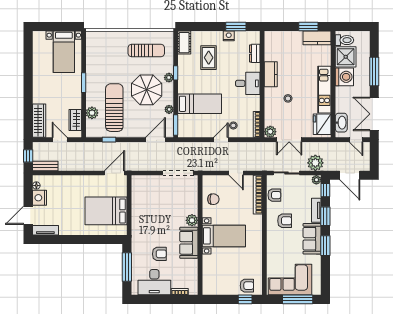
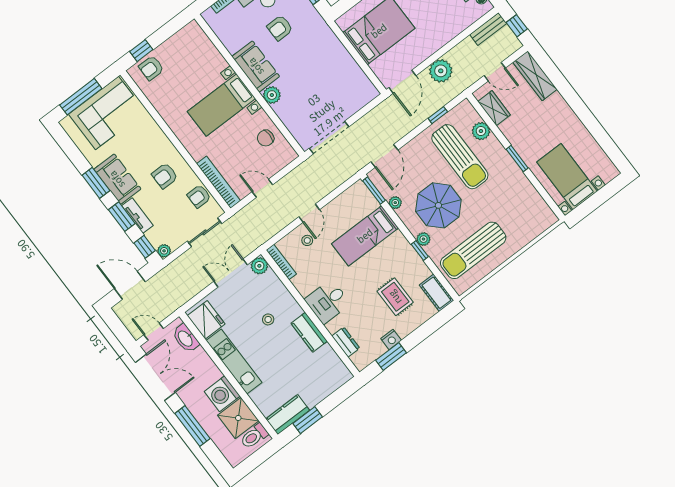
sun lounger: (146, 51) -> (473, 250), width x1.36, depth x1.34
plant: (315, 163) -> (441, 71), moved

